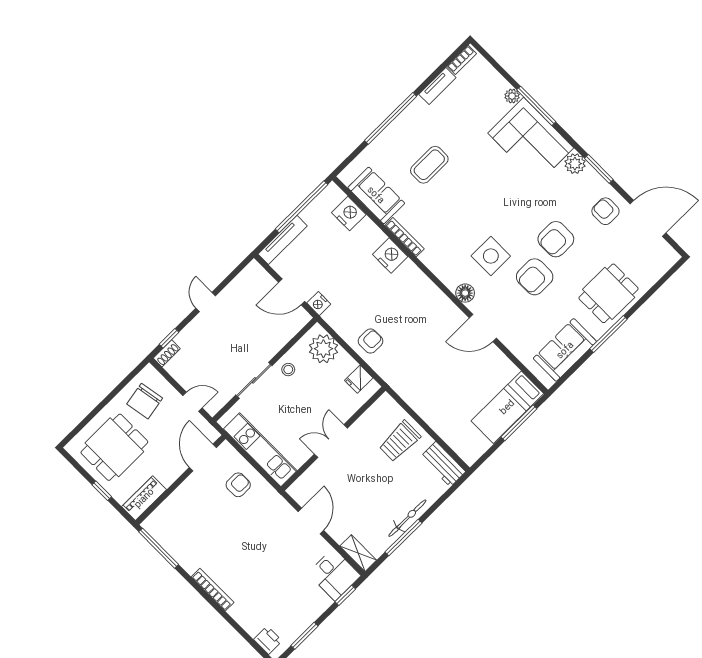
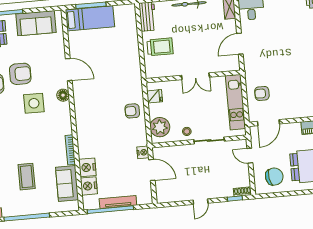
coffee table: (429, 165) -> (27, 177), turned 90
tv unit: (283, 240) -> (118, 202), moved
nightstand: (390, 256) -> (87, 167), moved

